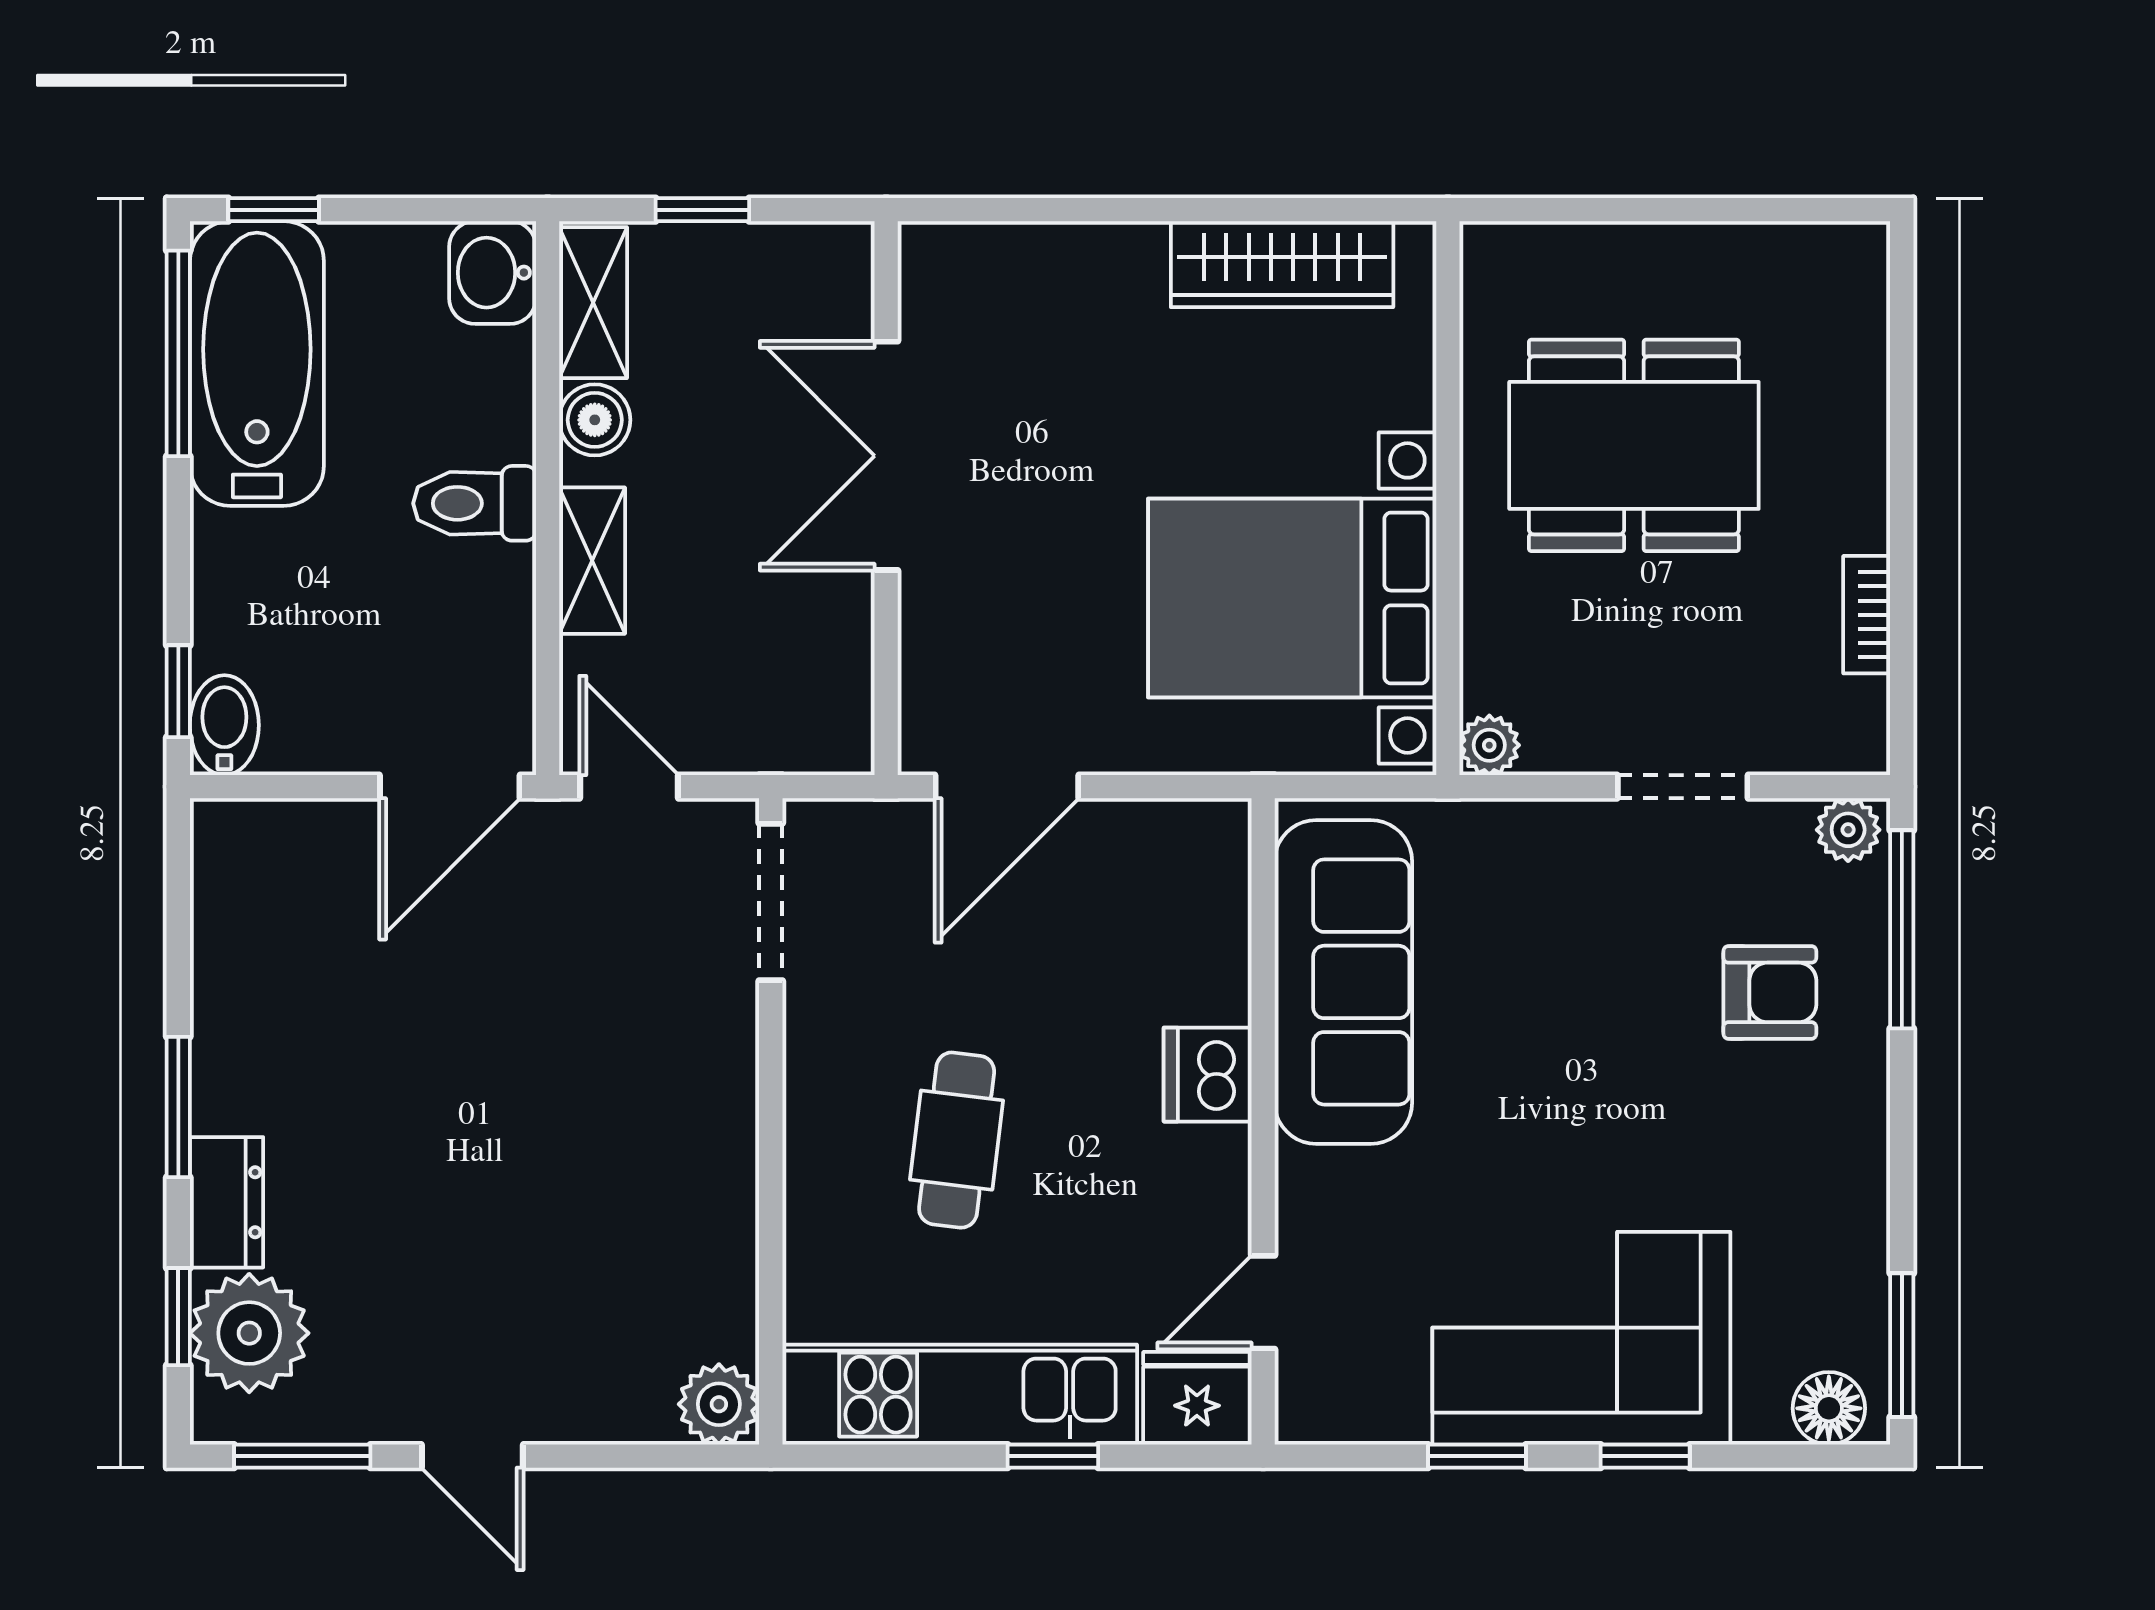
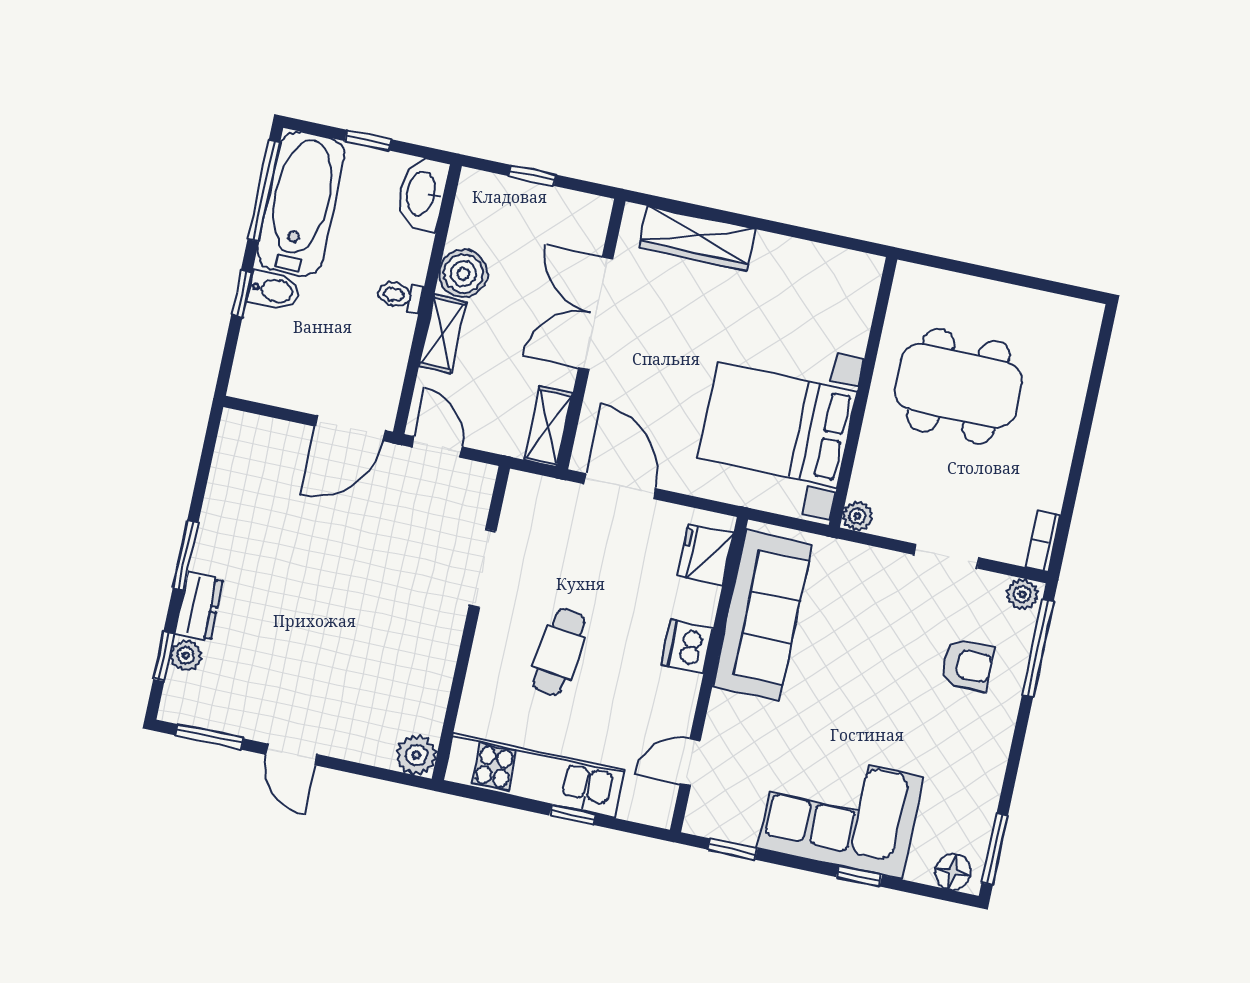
window: (274, 210) -> (368, 140), moved
wardrobe: (1282, 264) -> (697, 238), moved
washbasin: (493, 273) -> (422, 194), width x1.38
shelving: (593, 303) -> (548, 427), moved
boiler: (595, 420) -> (463, 274), width x1.36, depth x1.36
toilet: (475, 503) -> (400, 296), width x0.73, depth x0.72
bookcase: (1867, 615) -> (1043, 541), moved
window: (178, 691) -> (242, 294), moved
bidet: (224, 725) -> (274, 290), moved, turned 90
door: (1007, 787) -> (620, 486), swing flipped
doorway: (771, 902) -> (483, 568), moved
plant: (249, 1333) -> (186, 656), width x0.53, depth x0.53
fridge: (1197, 1398) -> (705, 555), moved, turned -90
window: (1477, 1456) -> (732, 849), moved

